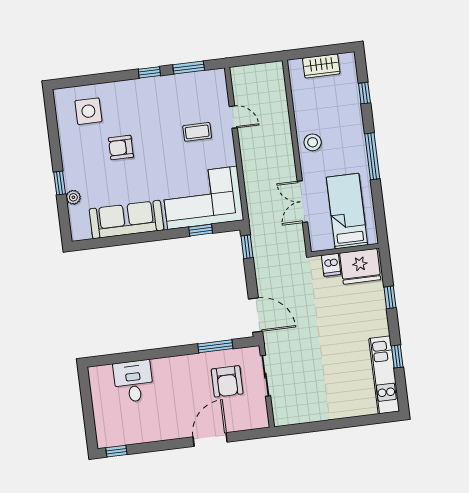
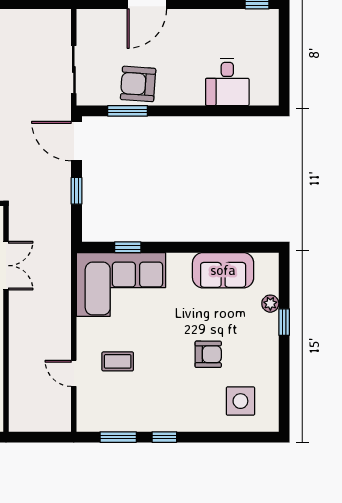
sofa: (126, 219) -> (223, 270), width x0.73
window: (247, 247) -> (77, 191), moved
armchair: (227, 381) -> (138, 84), moved, turned -86

